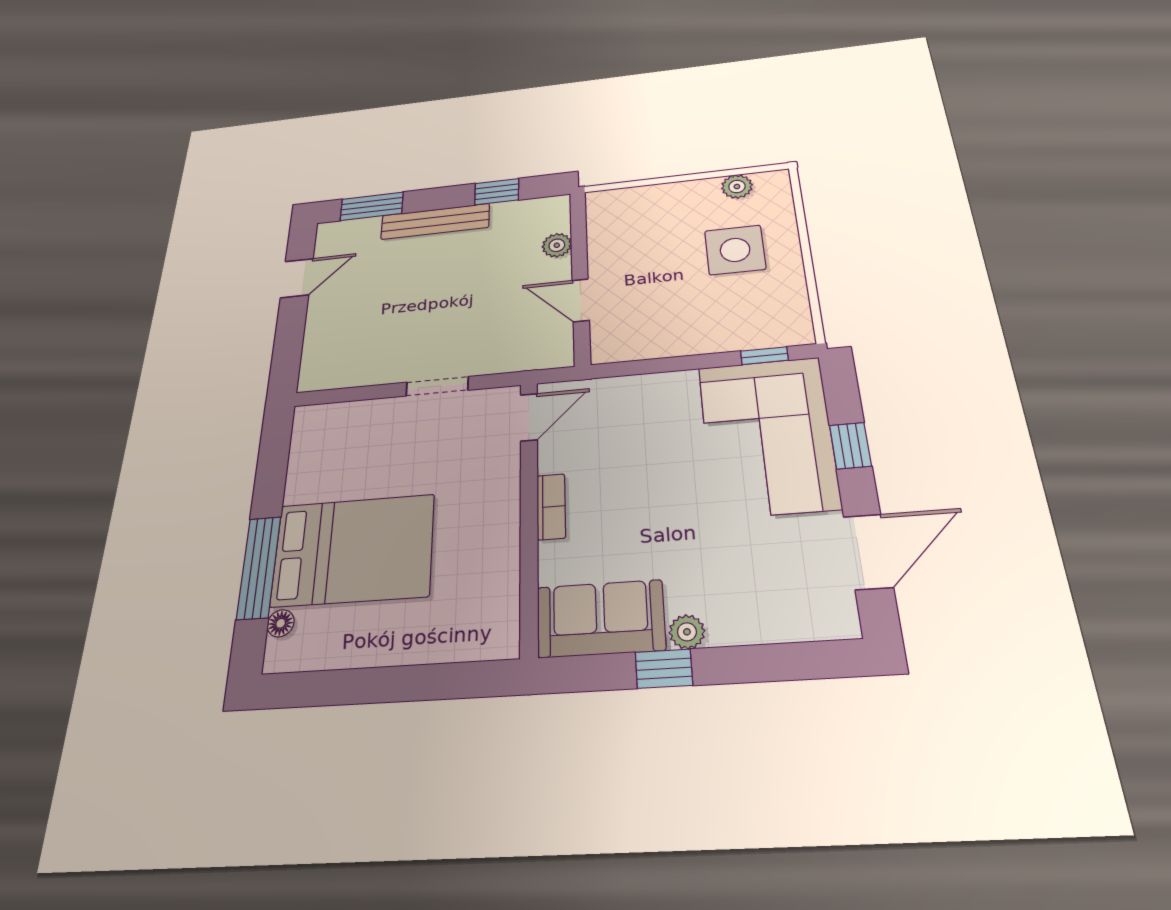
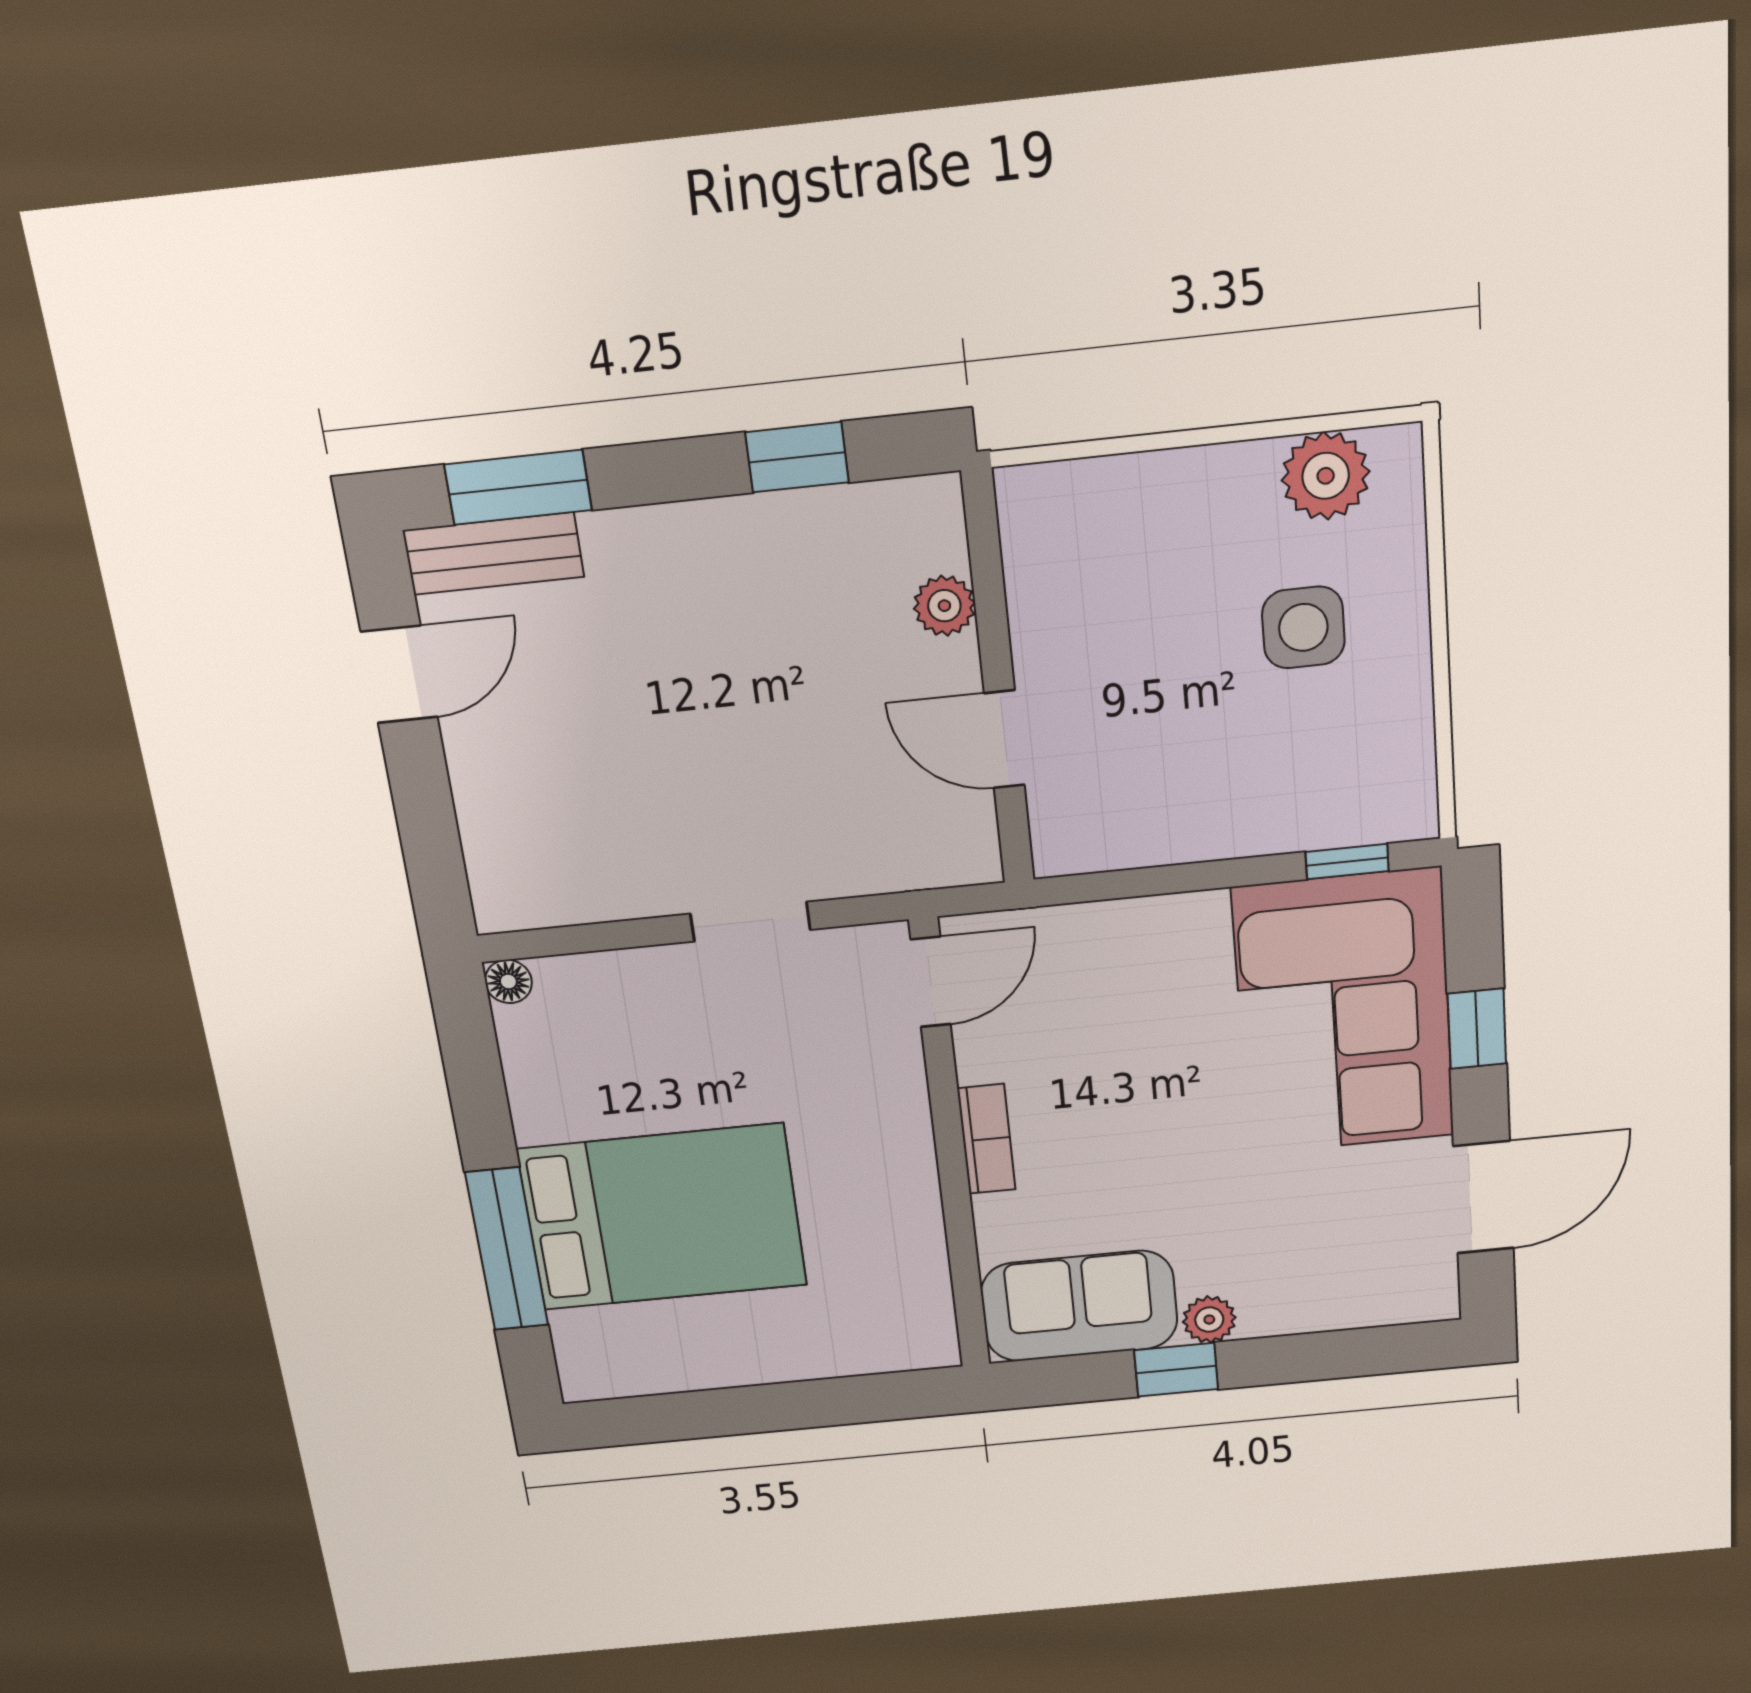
plant: (737, 187) -> (1326, 476), width x1.38, depth x1.38
bench: (435, 221) -> (493, 554), moved, width x0.73
side table: (735, 250) -> (1303, 627), width x0.73, depth x0.73
floor lamp: (281, 623) -> (508, 982), moved

